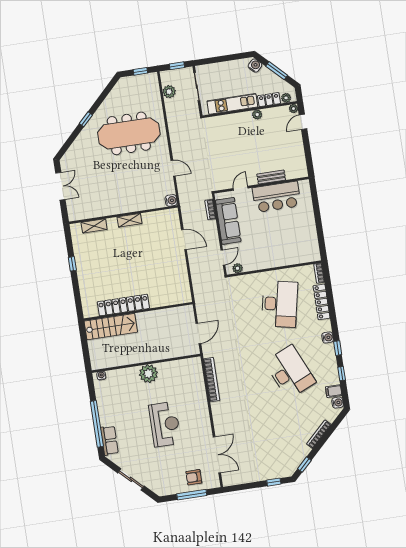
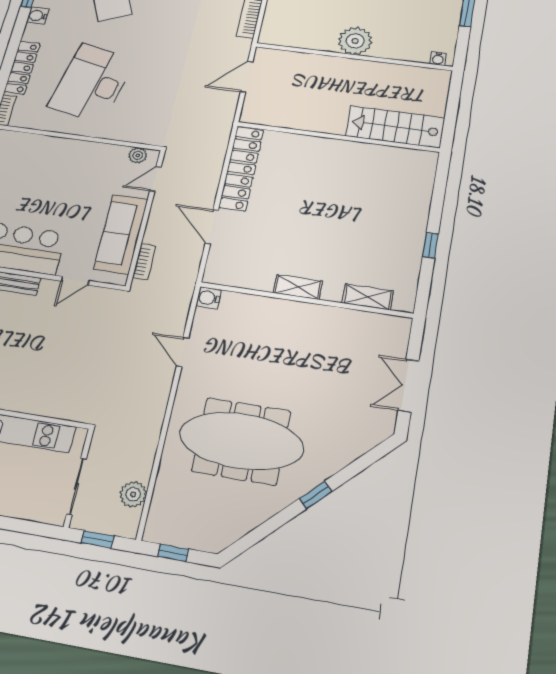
locker: (123, 305) -> (241, 168), moved, turned -90

